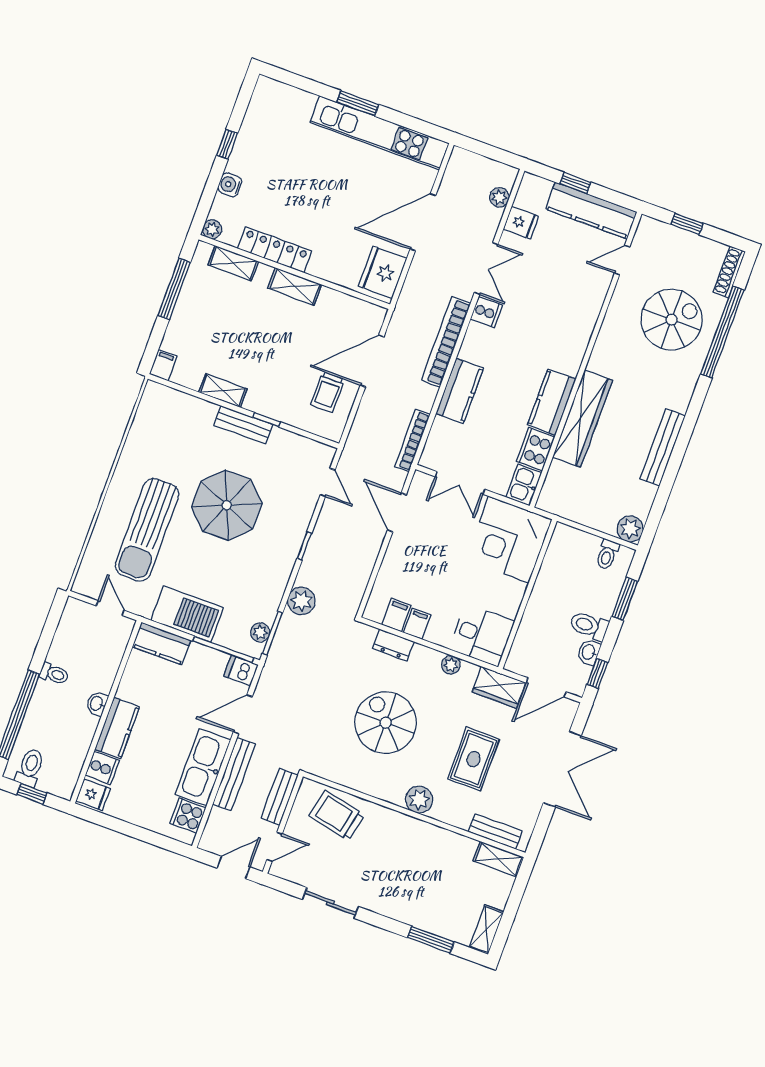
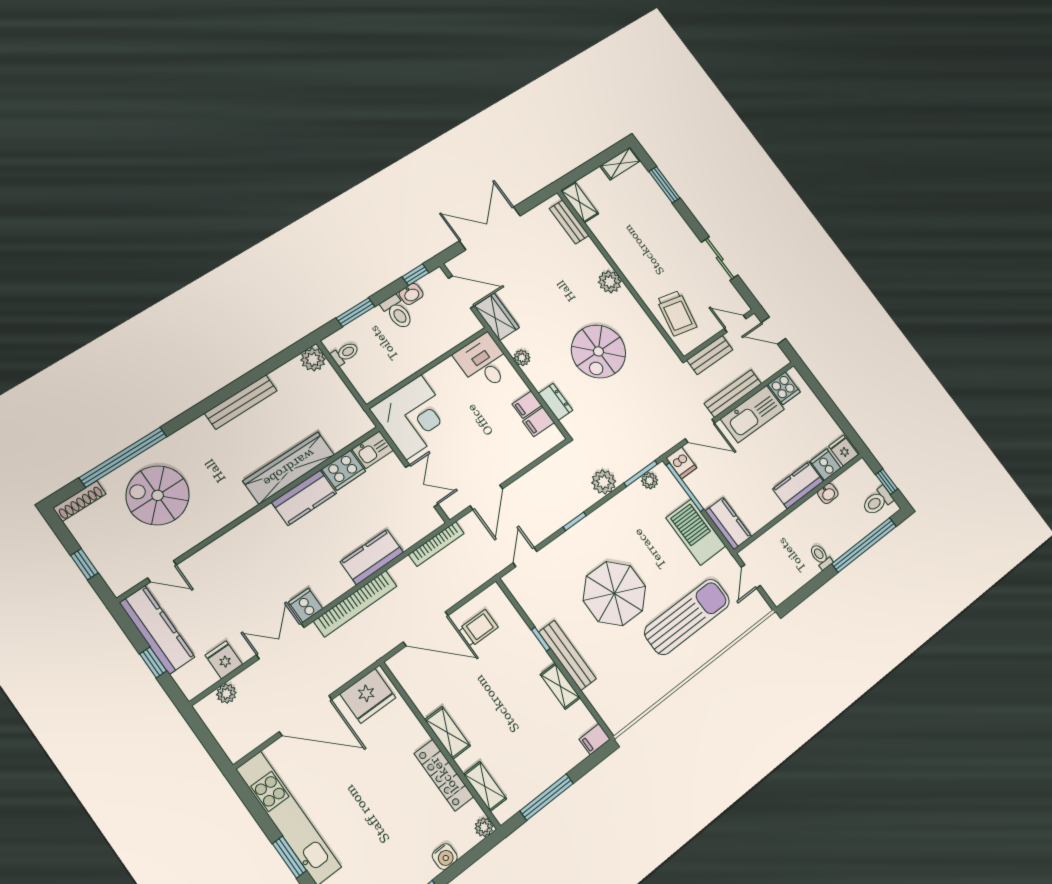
bench: (243, 425) -> (567, 655), width x1.36
washbasin: (97, 703) -> (828, 493), moved
rug: (474, 759) -> (551, 281), removed

